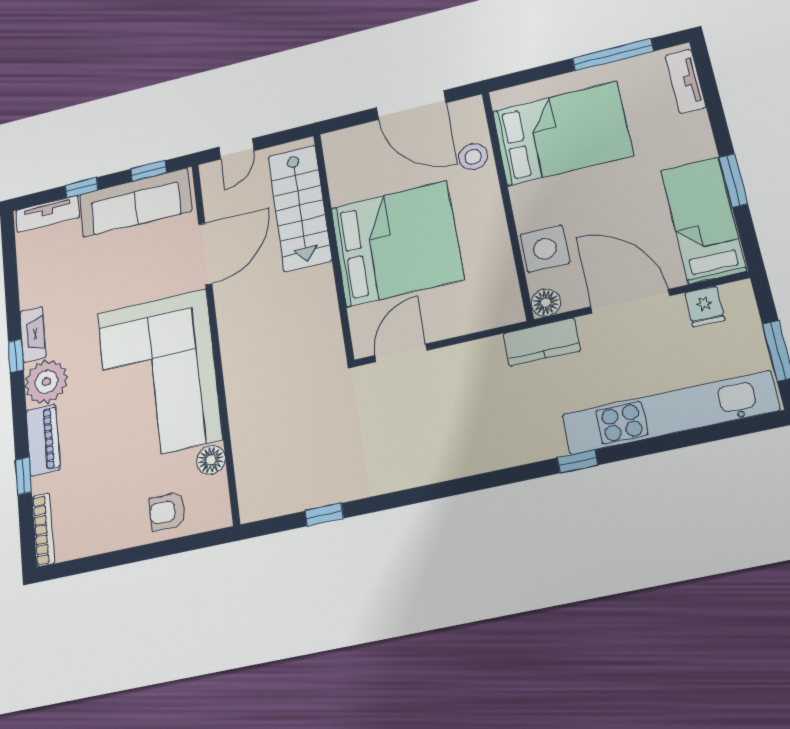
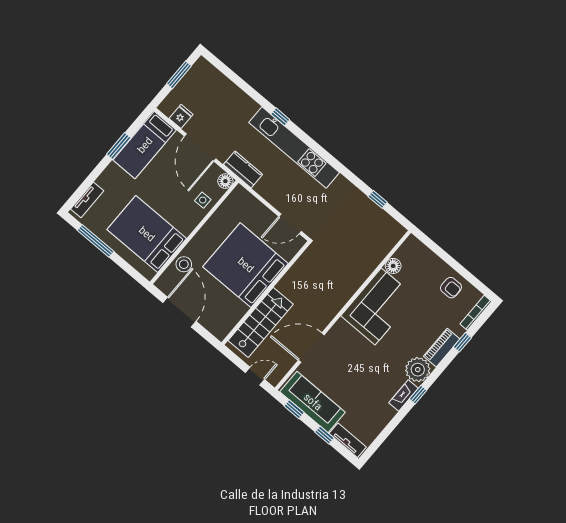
side table: (545, 249) -> (203, 200), width x0.54, depth x0.54
corner sofa: (159, 376) -> (378, 306), width x0.73, depth x0.74
kitchen unit: (670, 413) -> (294, 148), moved
armchair: (167, 511) -> (451, 288), moved

